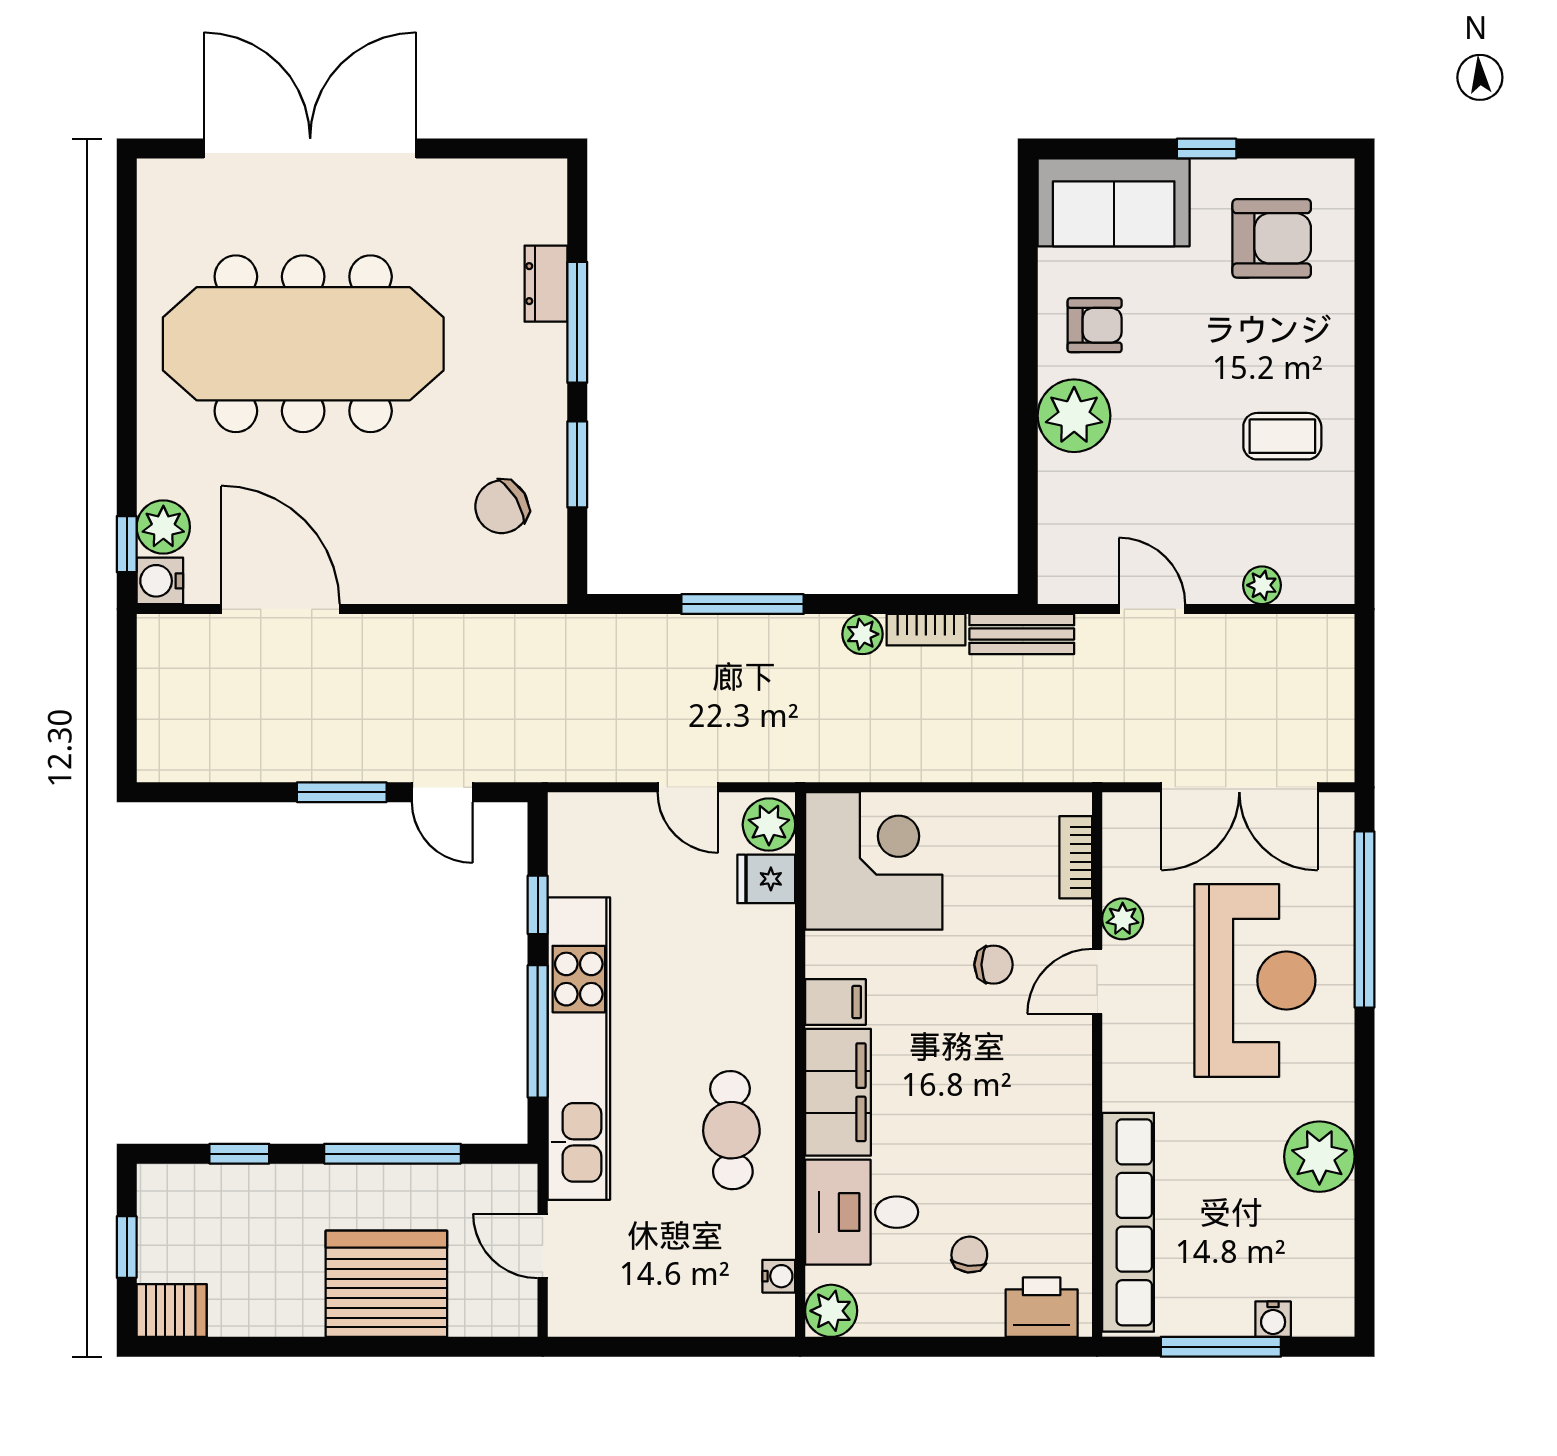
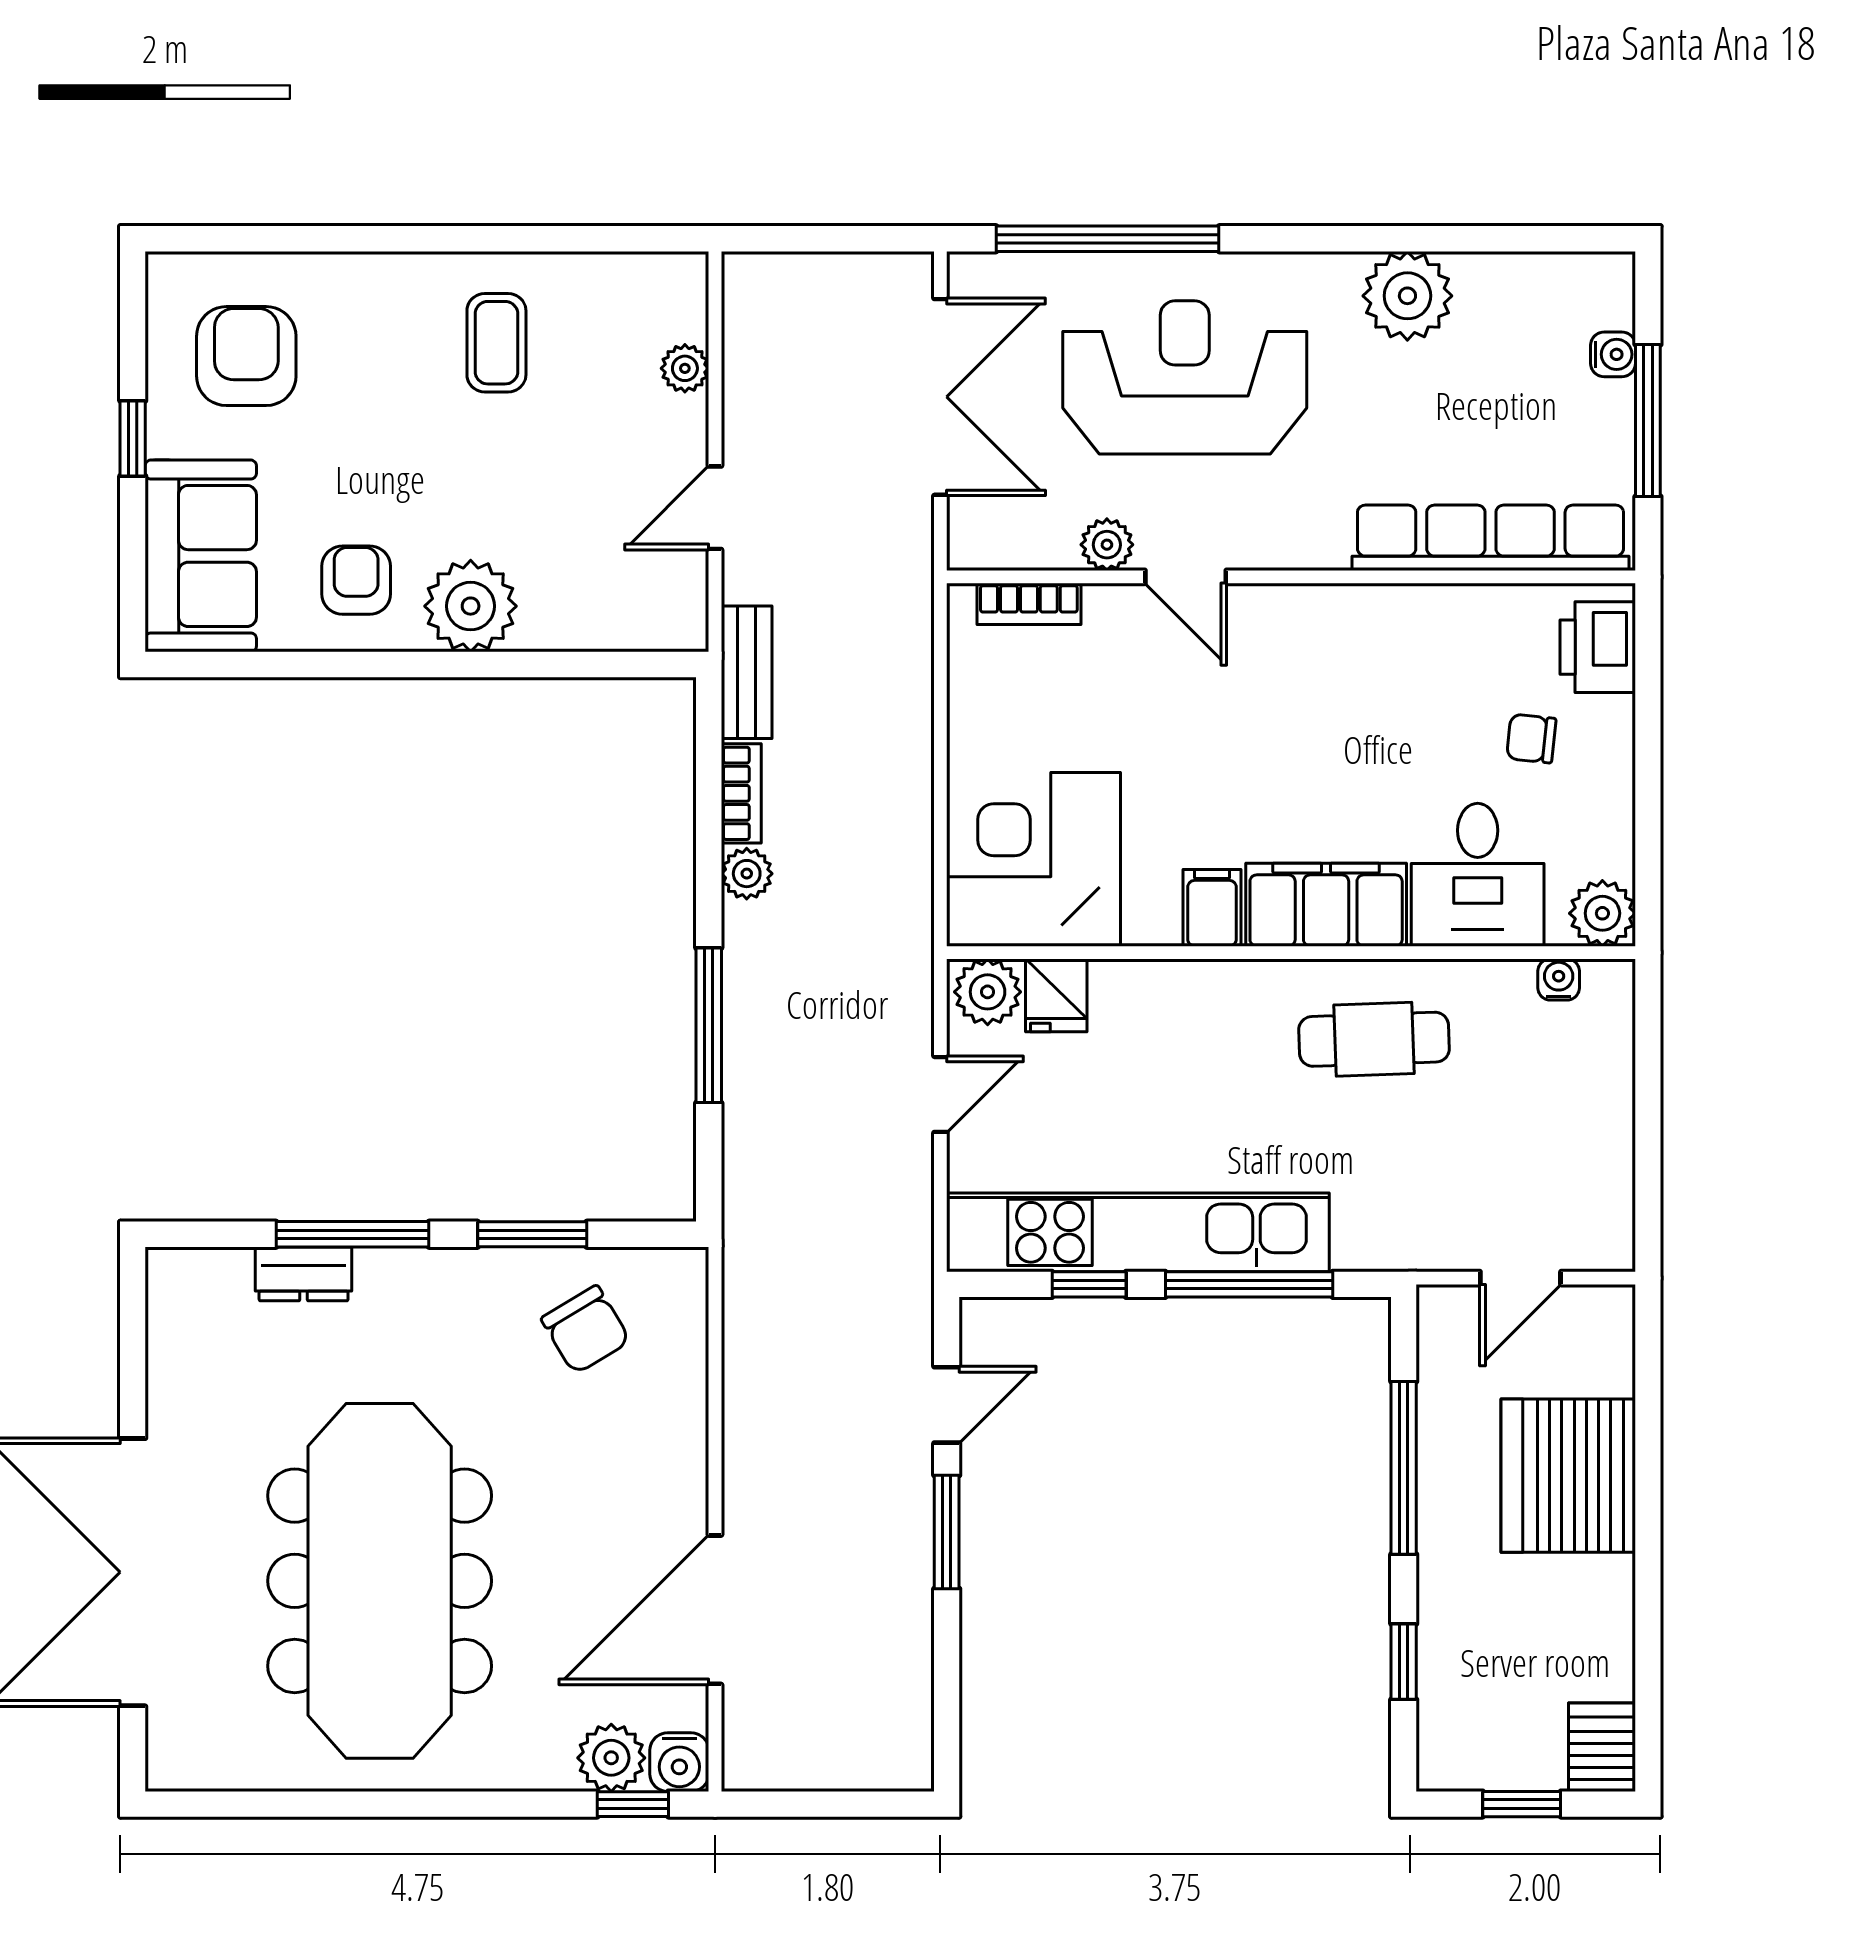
chair: (994, 965) -> (1165, 708), removed
kitchen unit: (579, 1049) -> (1138, 1232), moved

